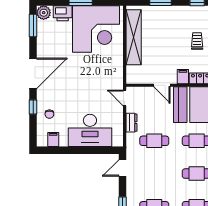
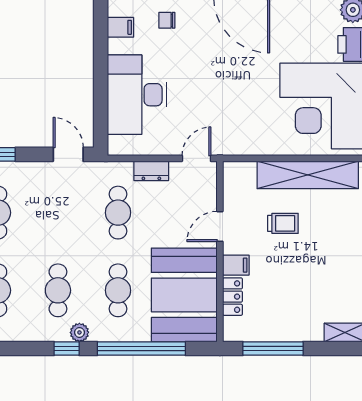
trolley: (197, 41) -> (283, 223), moved

